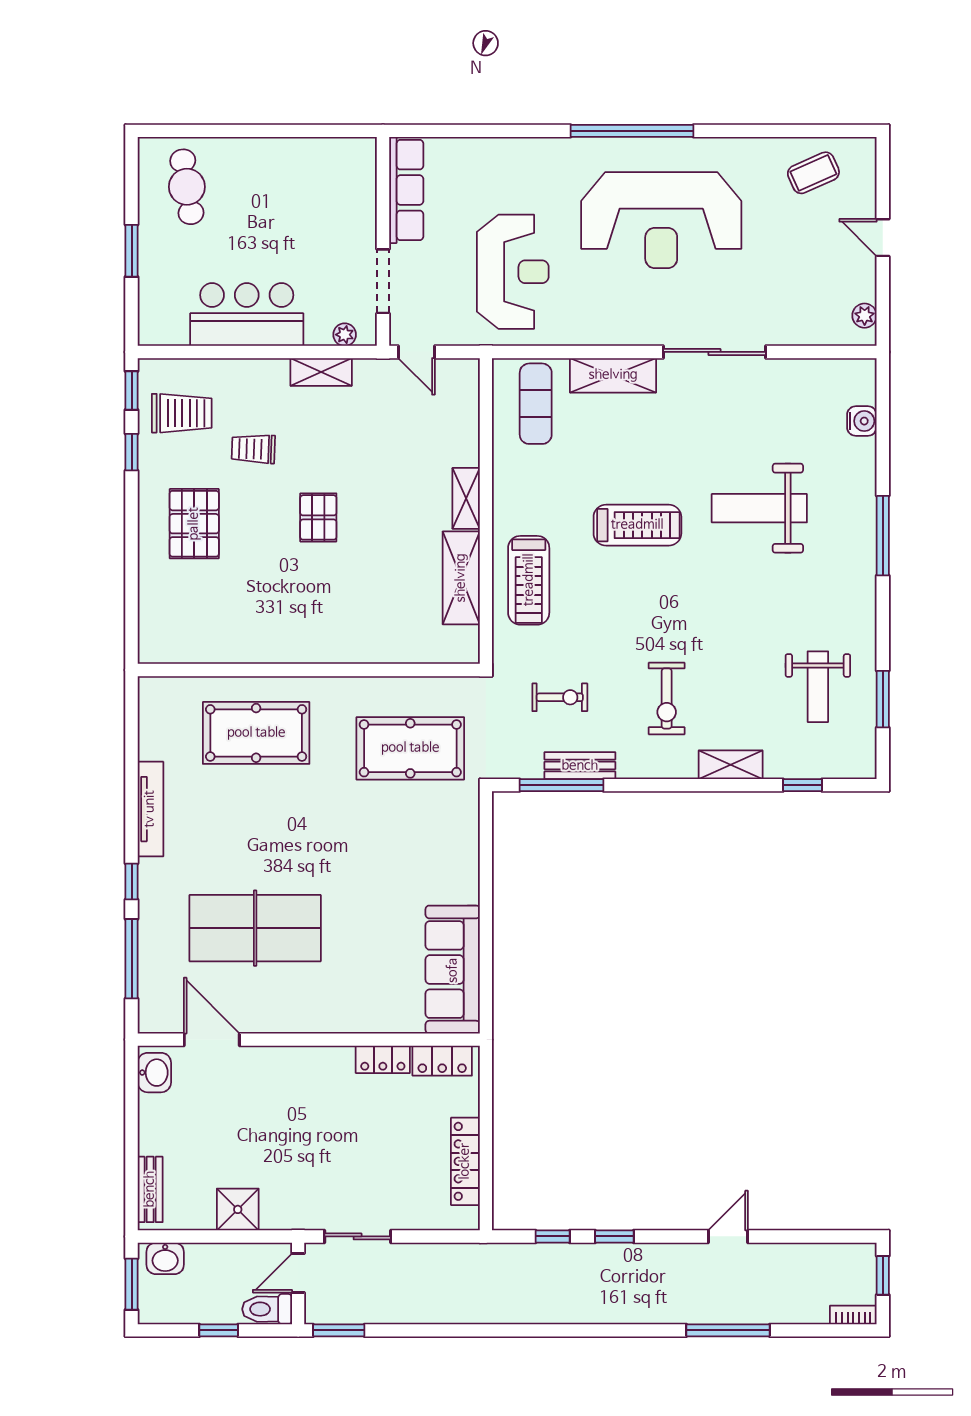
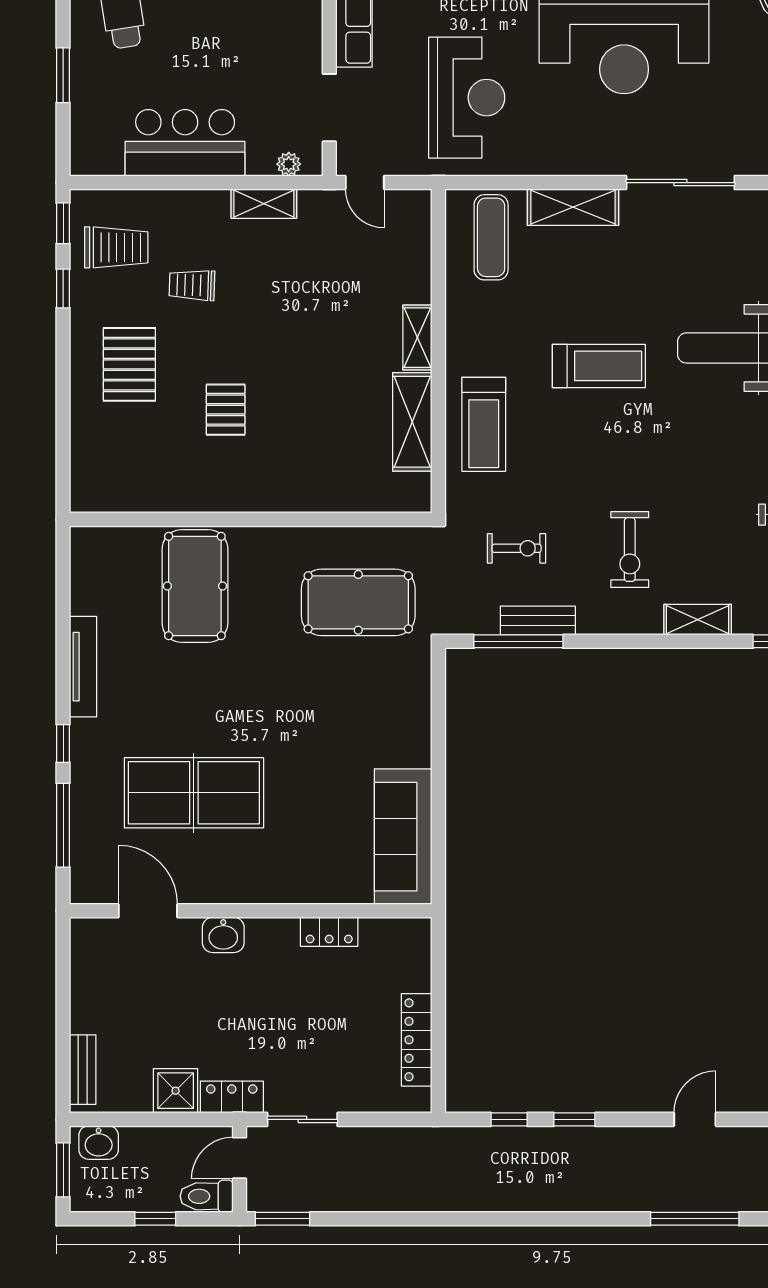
pallet: (318, 517) -> (226, 410), moved
pool table: (256, 733) -> (195, 586), turned 90
locker: (442, 1061) -> (232, 1097), moved, turned 180
washbasin: (154, 1073) -> (223, 935), moved, turned 90

